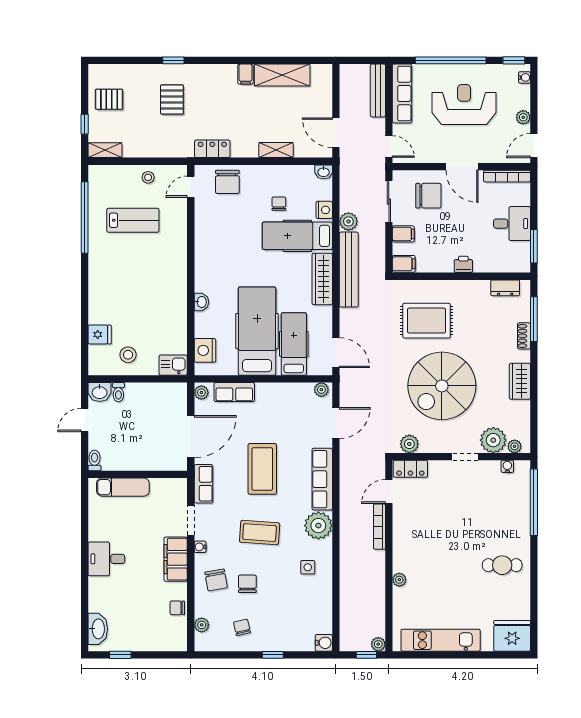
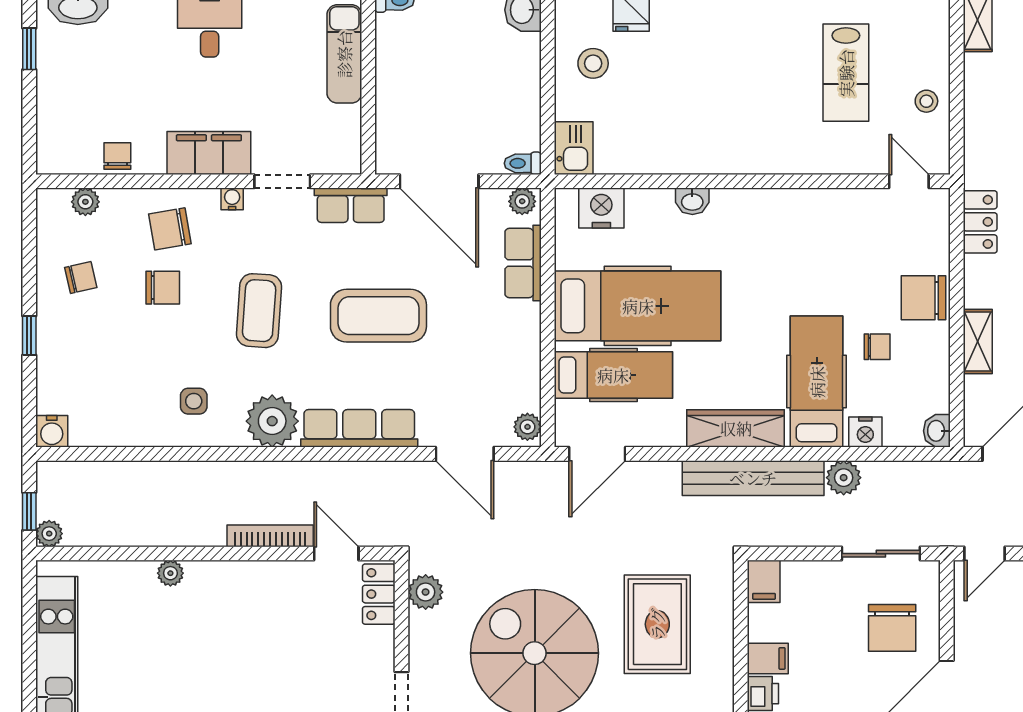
chair: (227, 182) -> (923, 298), moved
filing cabinet: (403, 234) -> (768, 658), moved, turned -90
toilet: (118, 392) -> (523, 163), moved

